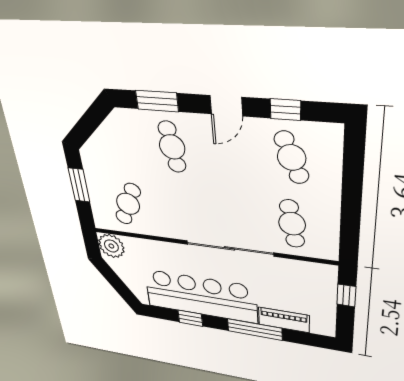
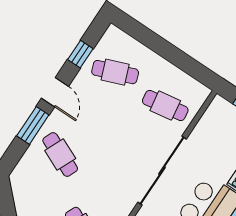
window: (157, 101) -> (33, 125), moved
cafe table: (172, 147) -> (60, 154), turned 33

